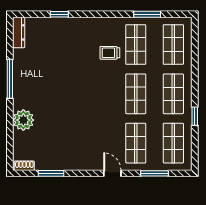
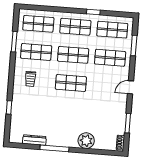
dresser: (19, 32) -> (34, 140), moved
trolley: (110, 53) -> (30, 79), moved
shop shelf: (98, 94) -> (71, 83), added
door: (112, 173) -> (131, 87), moved

